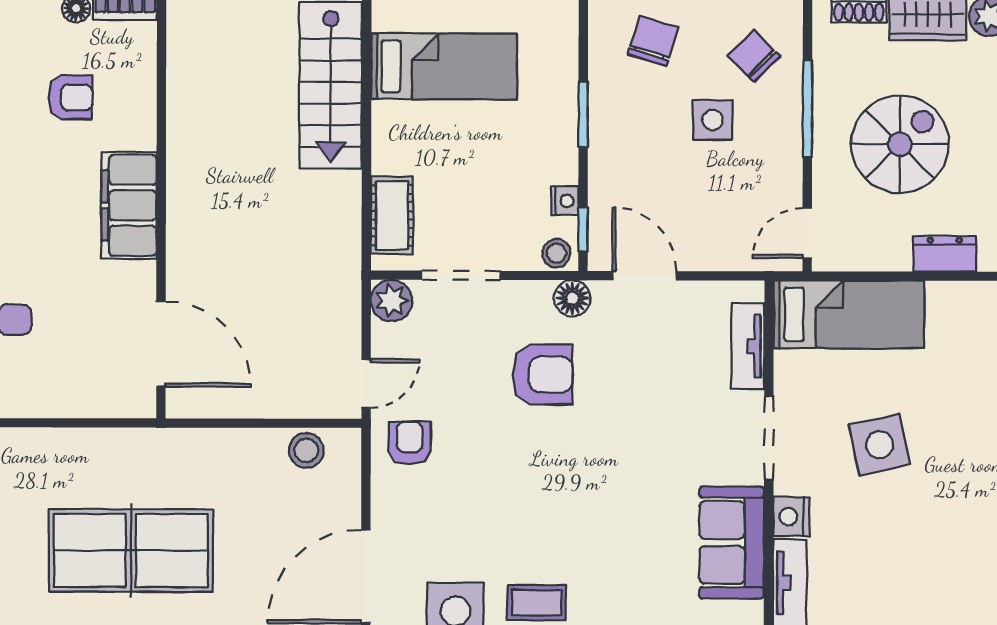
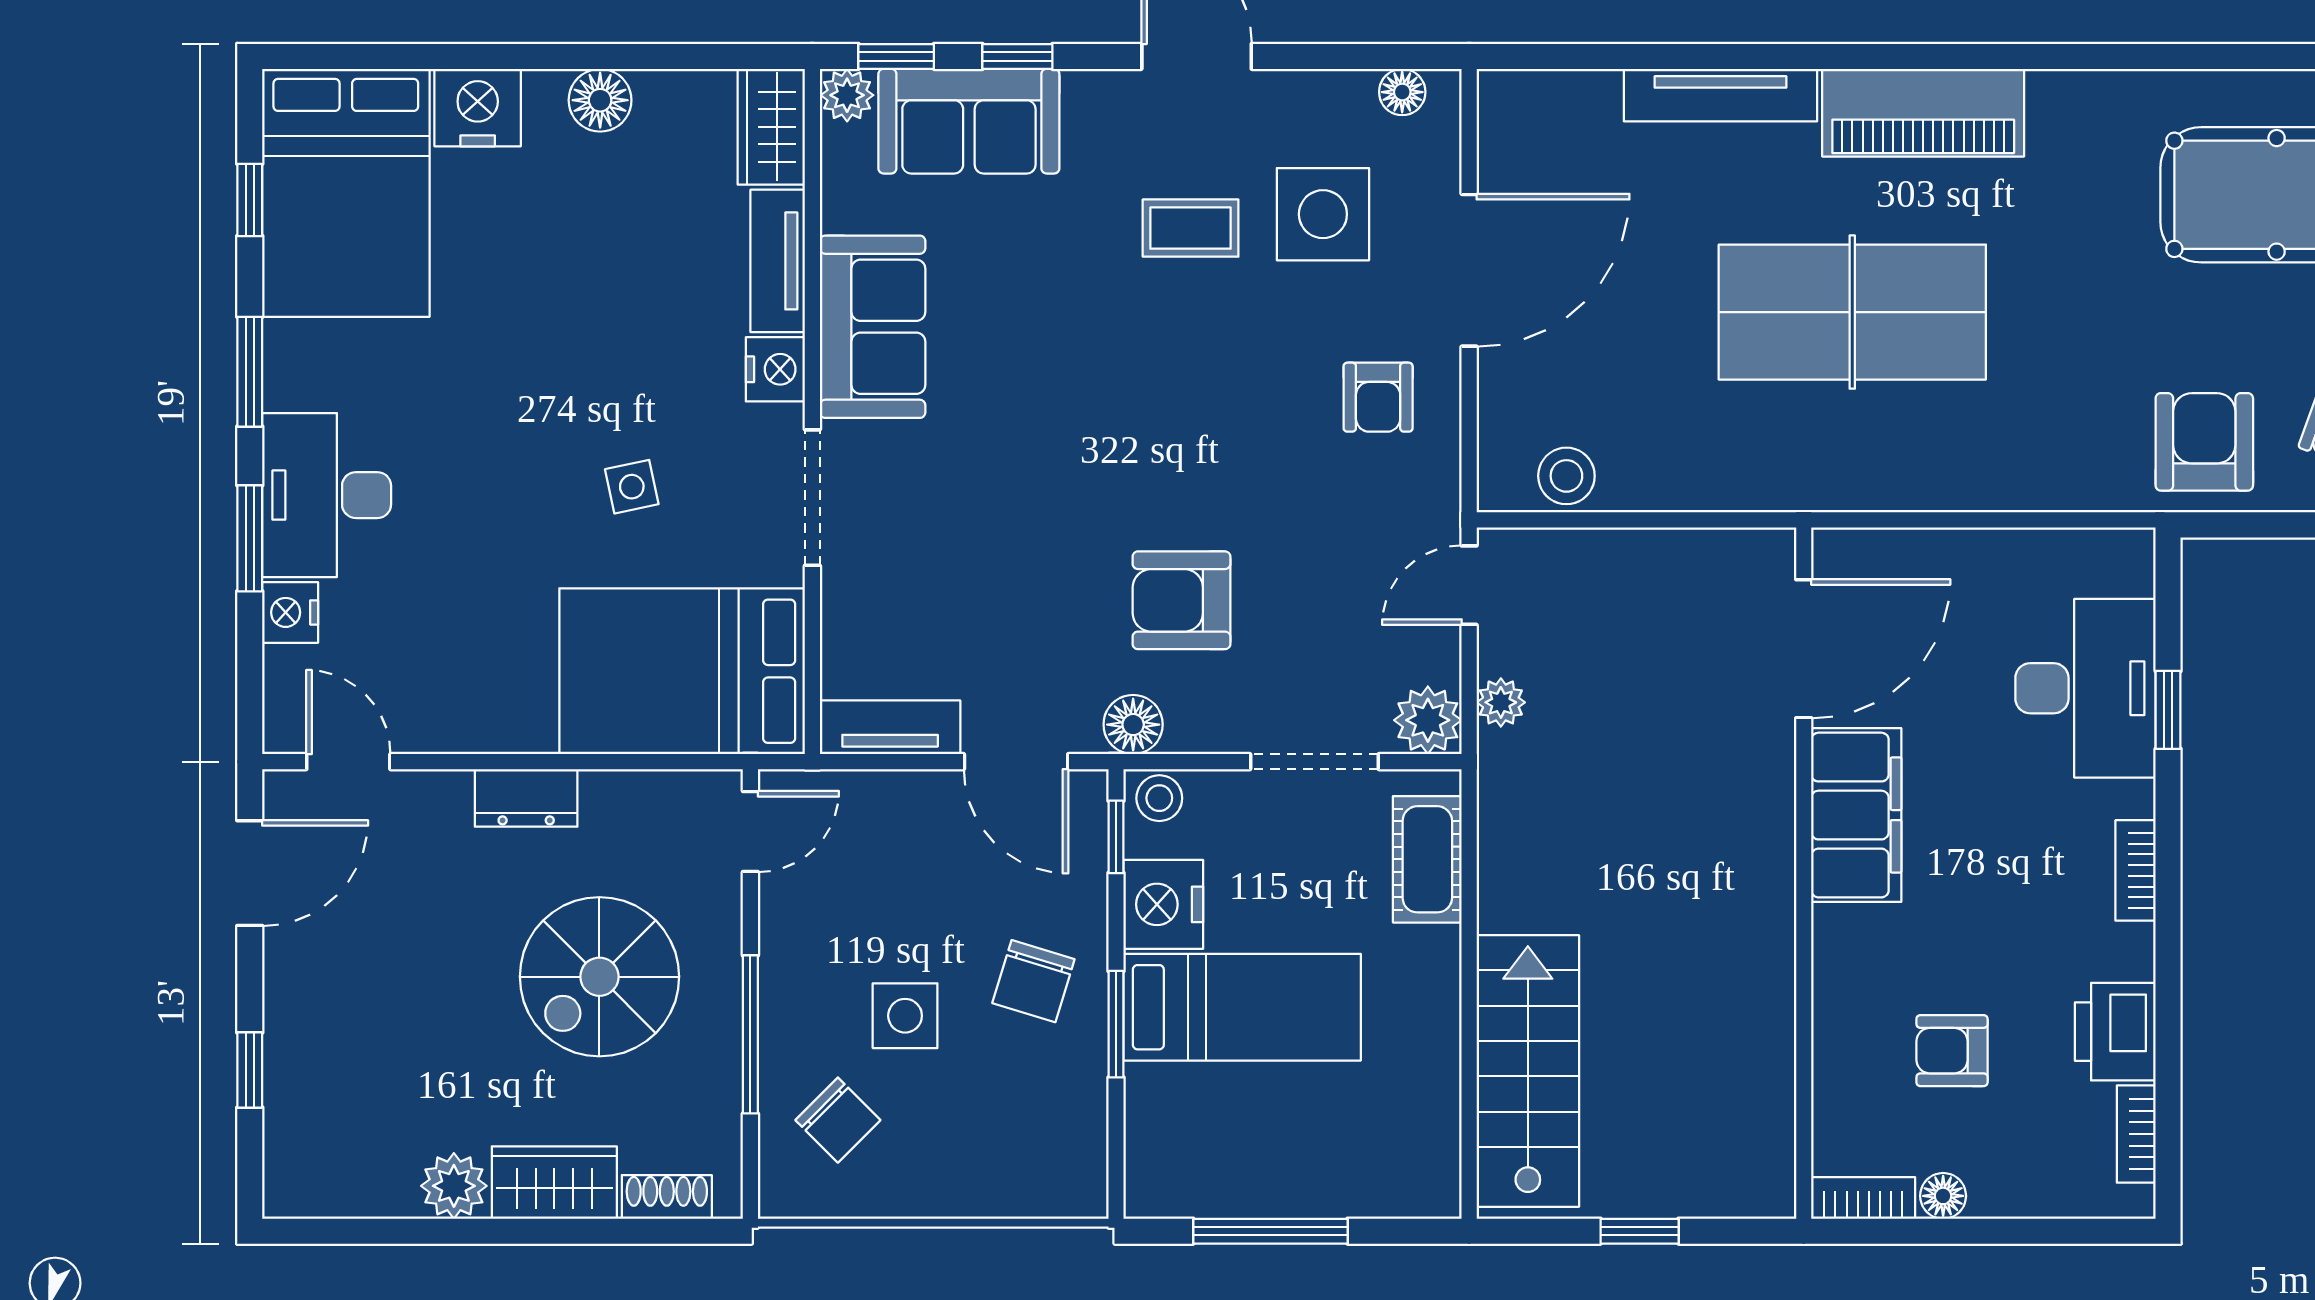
chair: (653, 41) -> (1033, 981), moved
bed: (444, 66) -> (1242, 1007), moved, turned 180
nightstand: (565, 201) -> (1163, 904), width x1.89, depth x1.79
filing cabinet: (129, 205) -> (1856, 815), moved
plant: (347, 311) -> (1501, 702), added
bed: (849, 314) -> (682, 671), width x1.50
door: (161, 344) -> (1804, 649), swing flipped
tv unit: (748, 346) -> (890, 727), moved, turned -90
armchair: (410, 443) -> (1378, 397), moved
side table: (880, 445) -> (632, 487), width x0.54, depth x0.54

